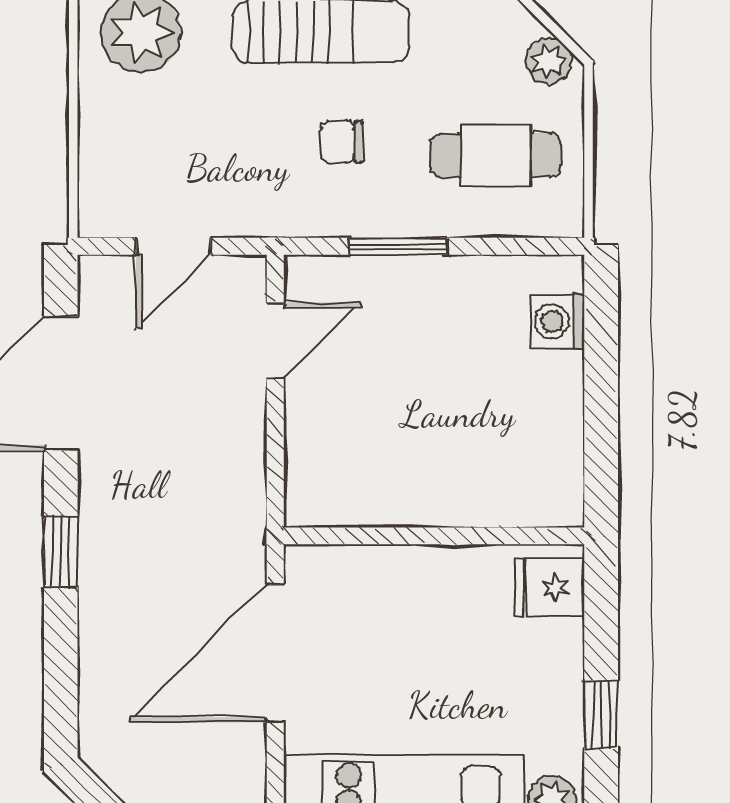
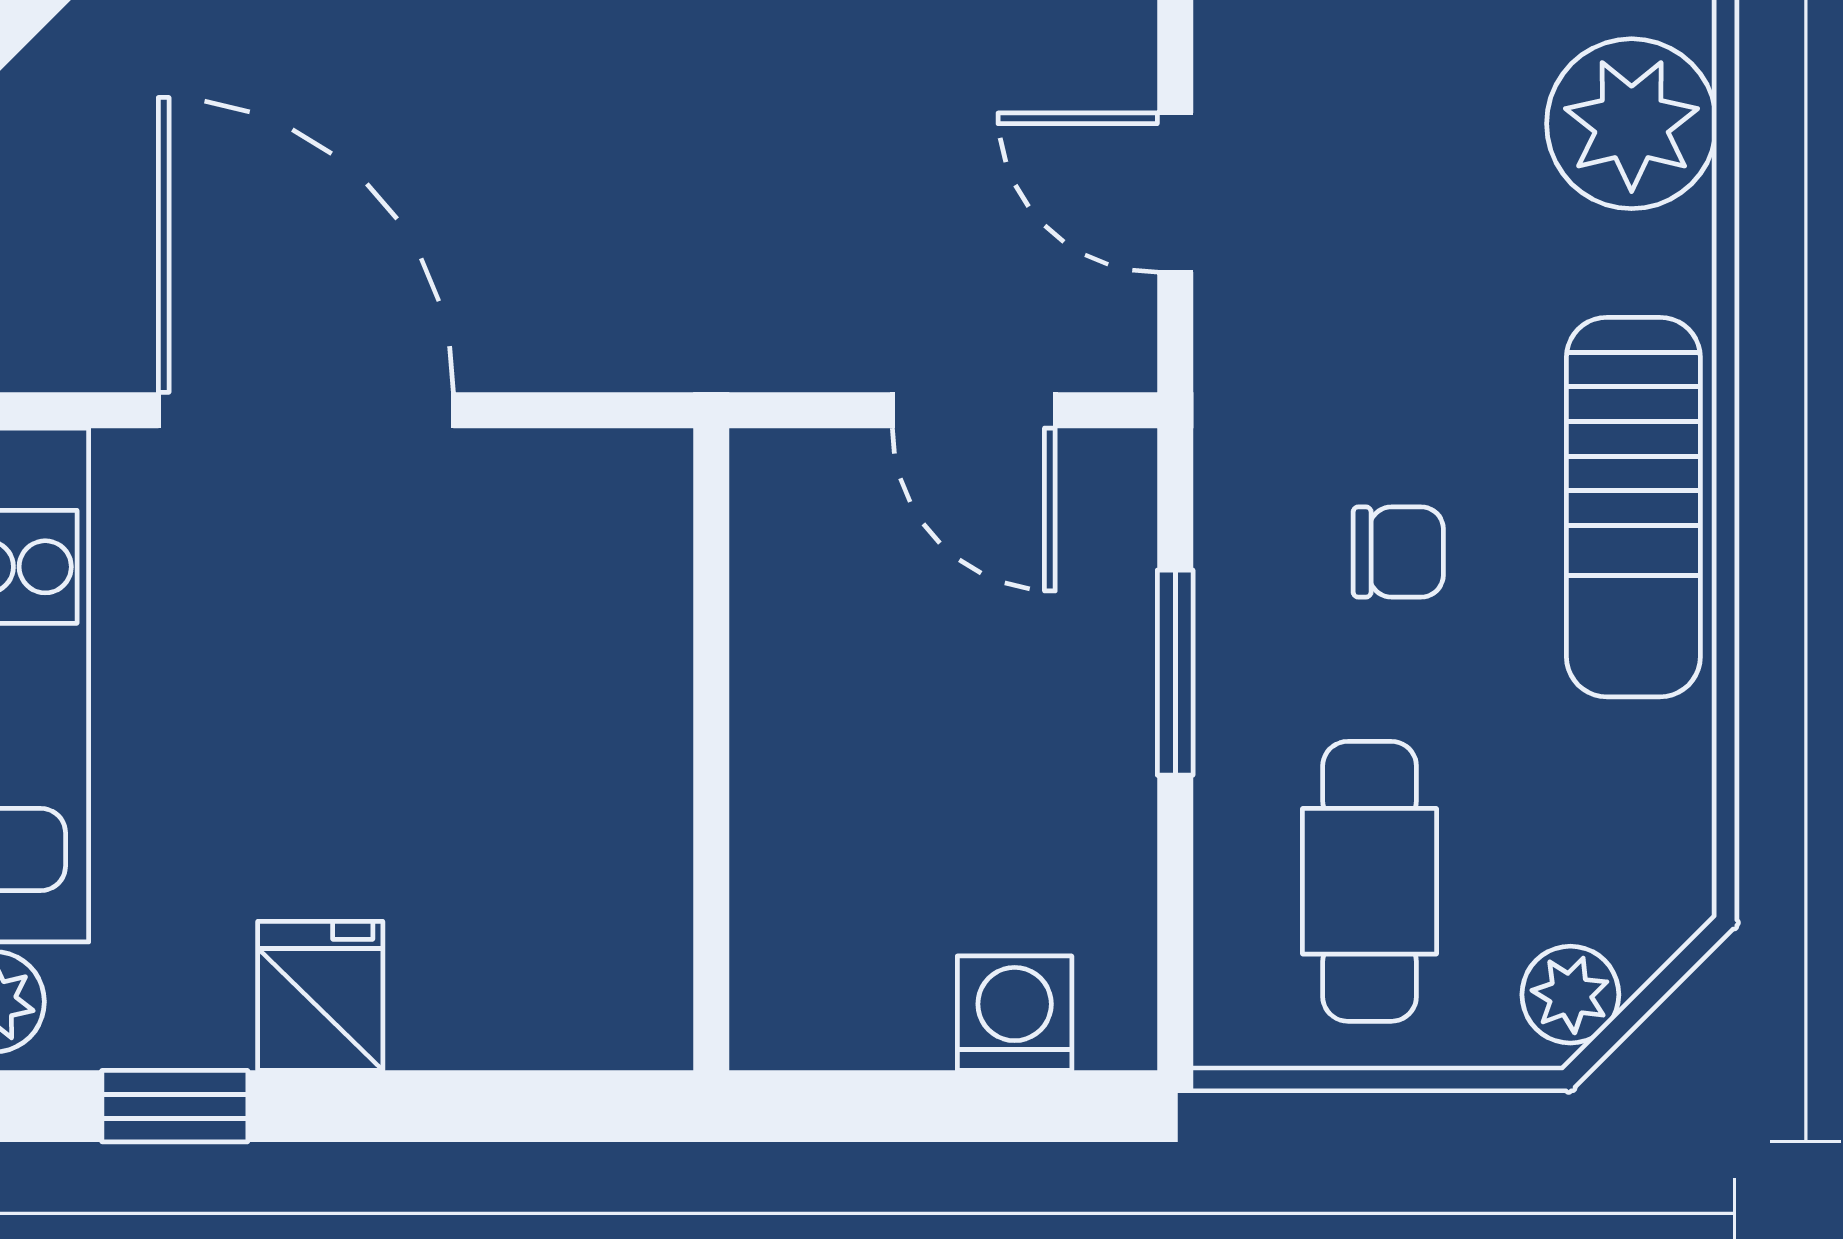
chair: (342, 142) -> (1398, 552), turned 90
wall: (434, 536) -> (711, 749), moved
fridge: (549, 588) -> (320, 996), moved

